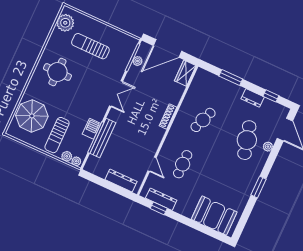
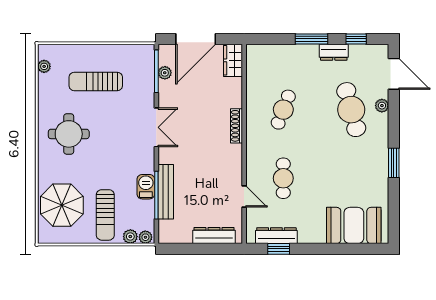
plant: (65, 23) -> (44, 66), width x0.53, depth x0.53
window: (231, 77) -> (312, 39), moved

